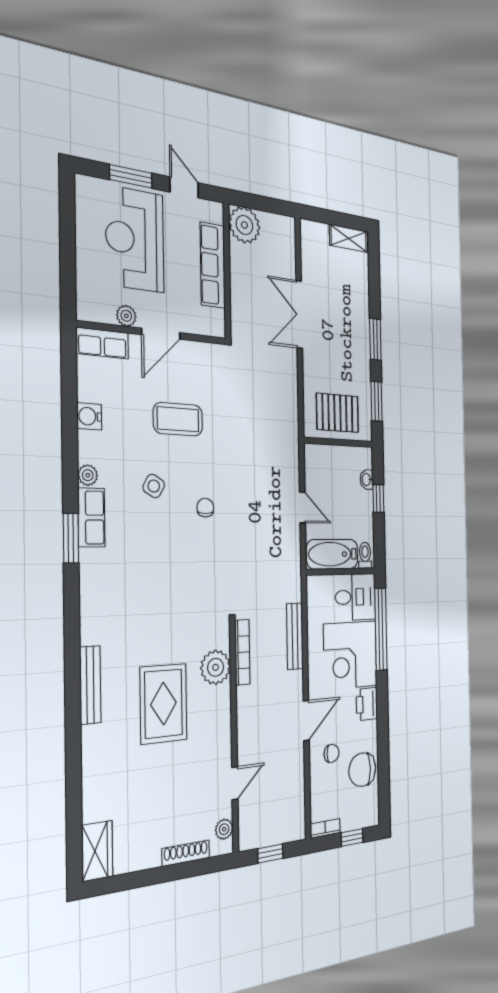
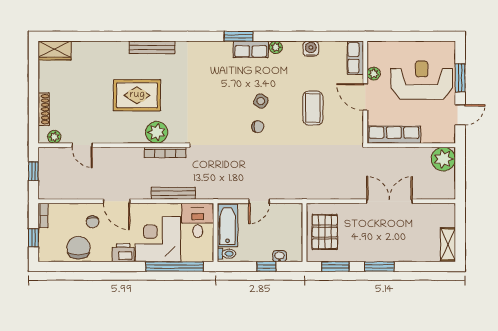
row of seats: (213, 265) -> (394, 135), moved
side table: (154, 486) -> (261, 101), moved
desk: (355, 597) -> (198, 220), moved, turned 180

